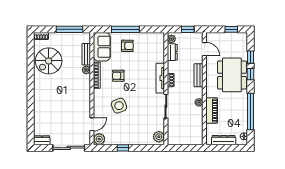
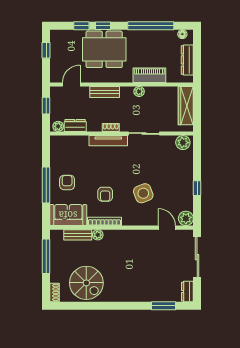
window: (31, 122) -> (163, 306), added
wardrobe: (188, 139) -> (186, 106), added

